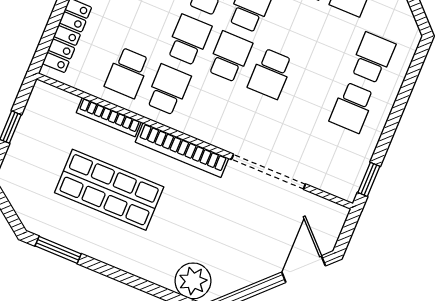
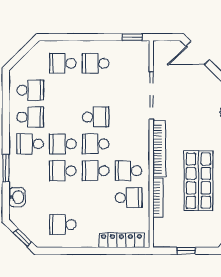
school desk: (352, 108) -> (96, 63), turned 180

